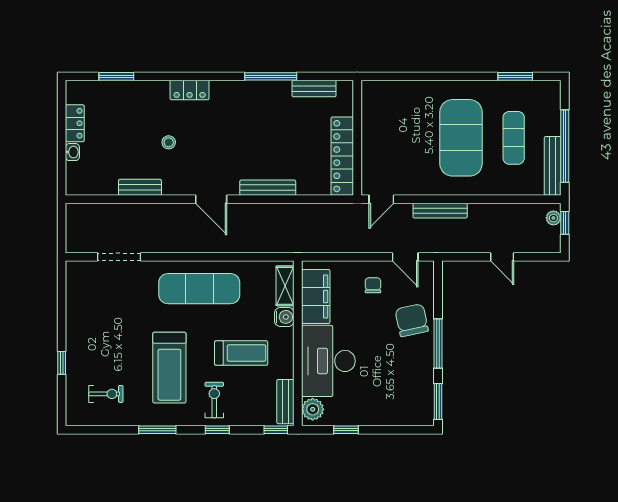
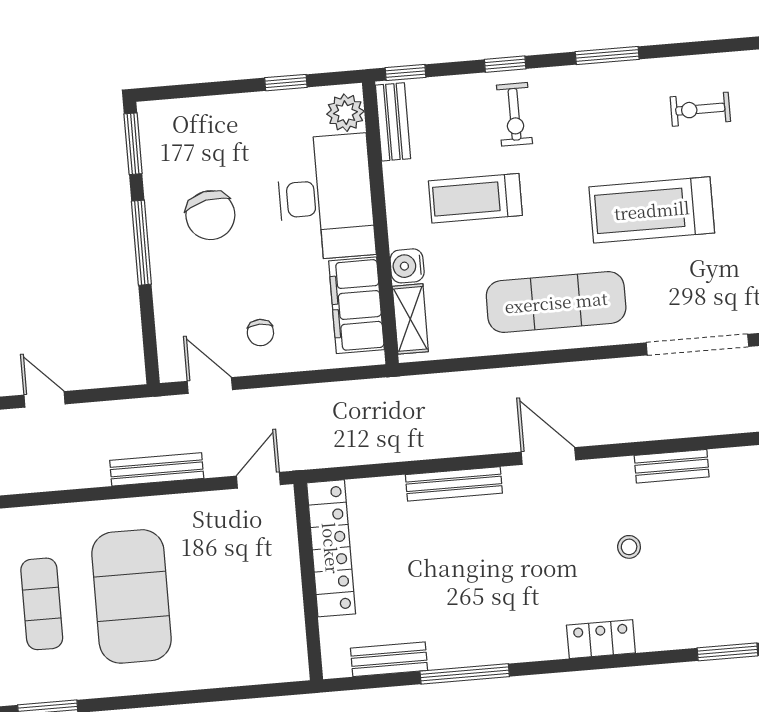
doorway: (119, 257) -> (697, 345), width x1.36
chair: (412, 320) -> (210, 215), moved
treadmill: (169, 368) -> (652, 210), moved, turned -90

